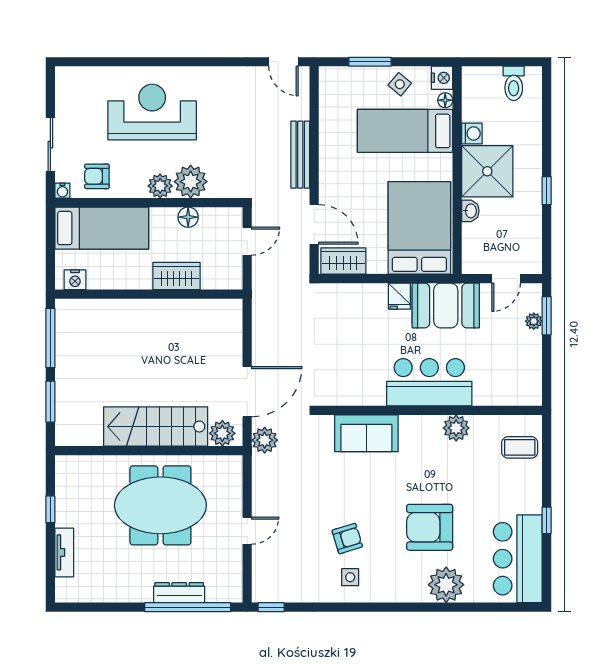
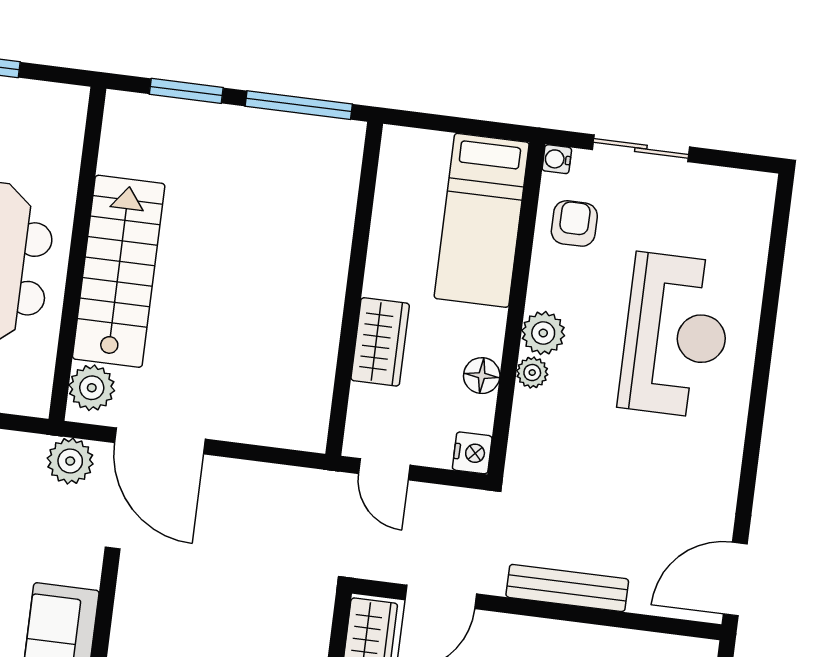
door: (283, 62) -> (735, 579), width x1.38
plant: (191, 182) -> (532, 373), width x0.53, depth x0.53
door: (247, 241) -> (384, 469), moved
nightstand: (75, 280) -> (472, 453), moved, turned 180

